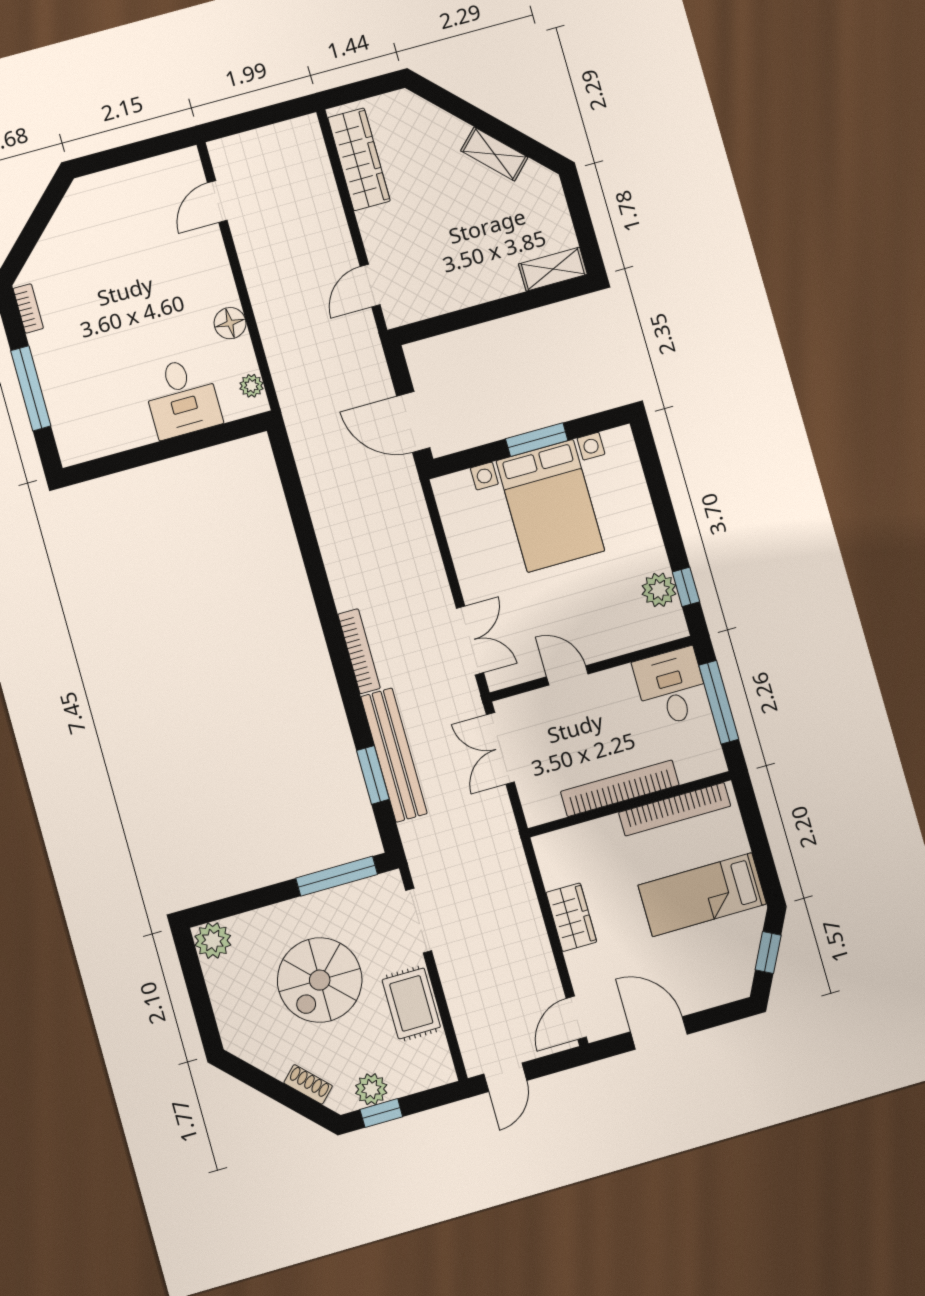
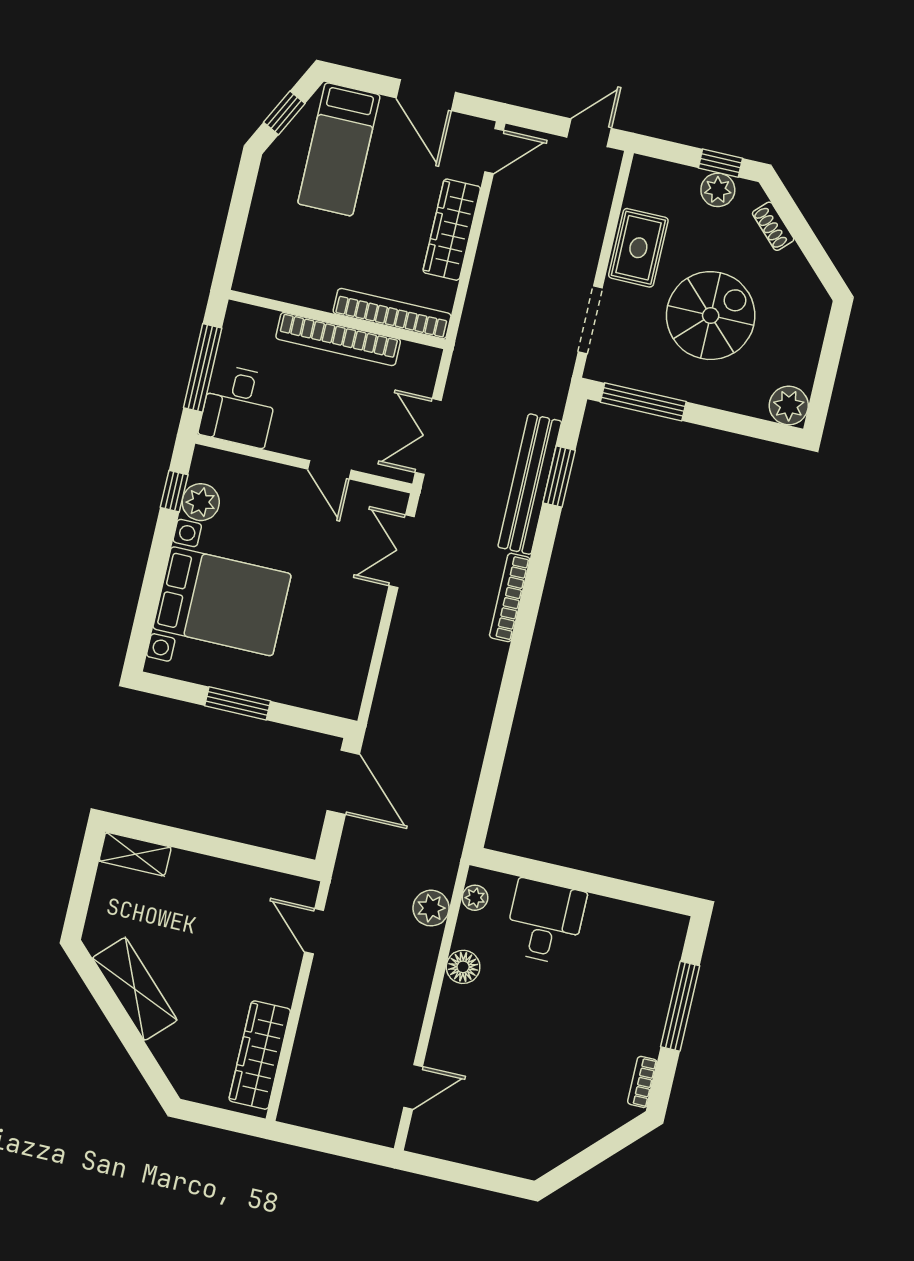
shelving: (494, 154) -> (135, 989), width x1.50, depth x1.33
door: (370, 286) -> (314, 931), swing flipped
plant: (283, 357) -> (431, 908), added
bed with nightstands: (550, 506) -> (222, 601), moved, turned 90
double door: (500, 748) -> (428, 436), swing flipped
bookcase: (675, 809) -> (392, 314), moved
bed: (702, 895) -> (339, 149), moved, turned 90
wardrobe: (571, 917) -> (452, 230), width x1.50

